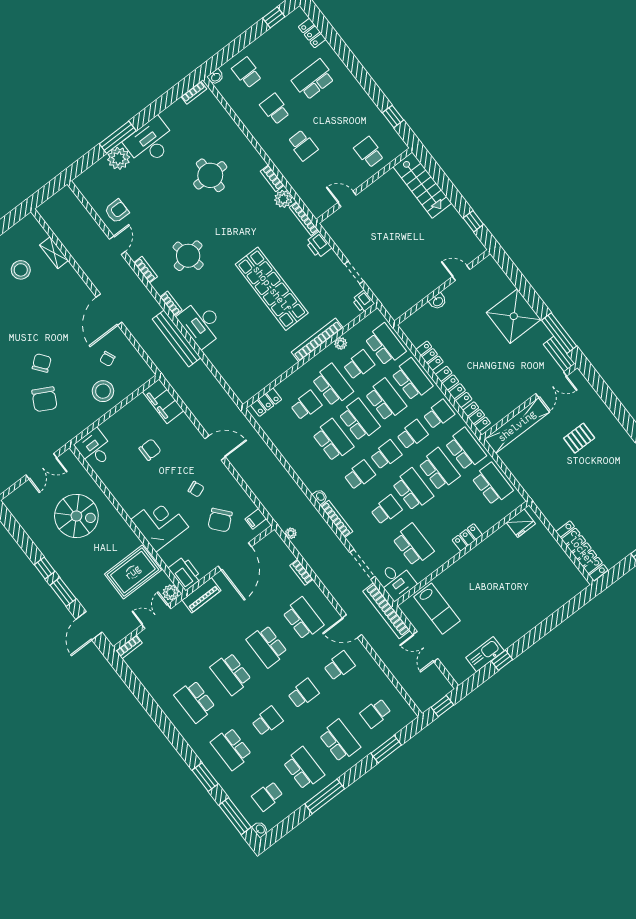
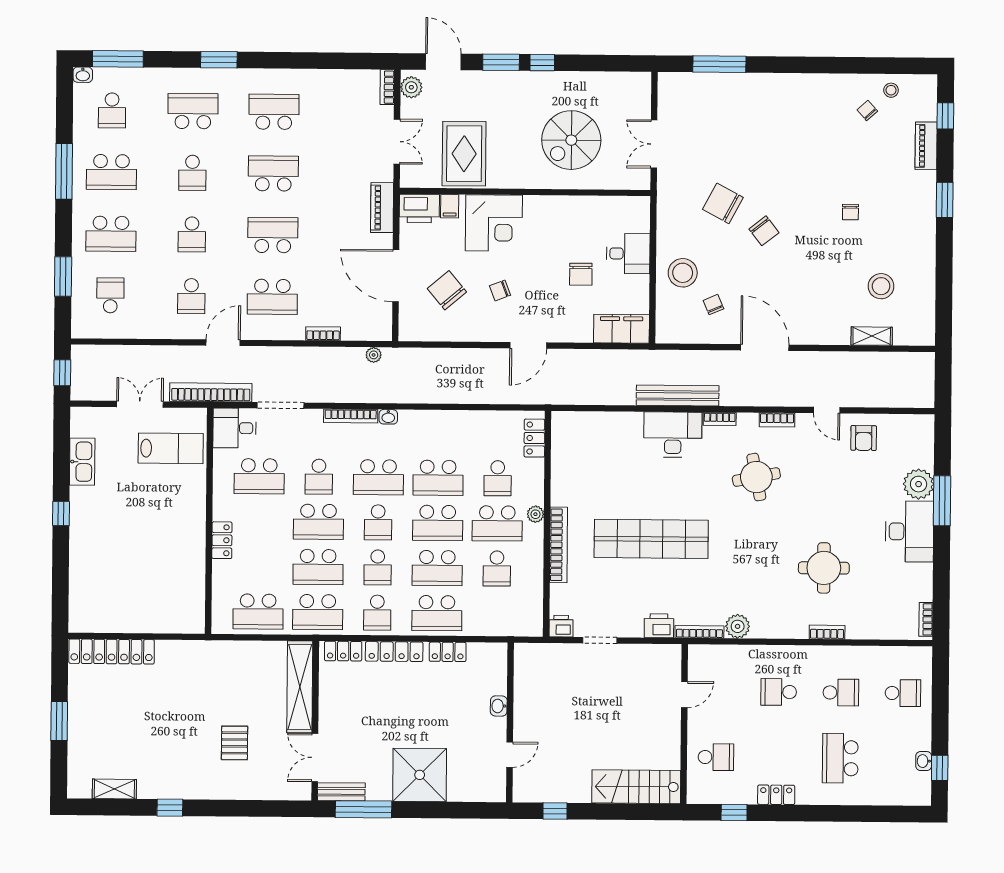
locker: (312, 33) -> (776, 795), moved
washbasin: (216, 77) -> (924, 761), moved
school desk: (313, 79) -> (840, 758), turned 180
bookcase: (272, 178) -> (827, 632), moved
plant: (341, 343) -> (535, 514), moved
school desk: (385, 345) -> (496, 614), removed
desk: (95, 448) -> (628, 254), moved
school desk: (360, 475) -> (378, 477), width x1.85
filing cabinet: (256, 519) -> (450, 206), moved, turned 180
fridge: (521, 523) -> (192, 610), removed
plant: (171, 593) -> (411, 87), moved
lab bench: (437, 609) -> (171, 448), turned 180
window: (502, 660) -> (61, 514), moved
window: (205, 777) -> (219, 60), moved
school desk: (268, 796) -> (112, 110), turned 180

